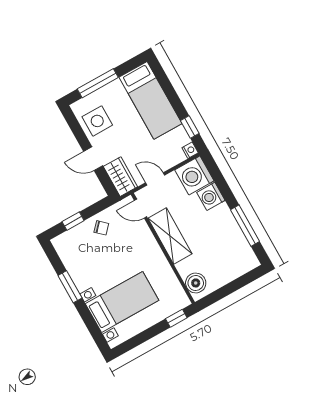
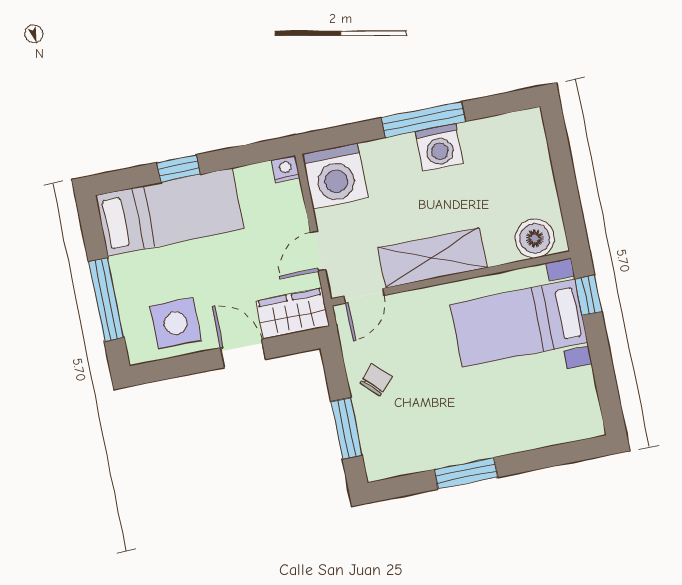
window: (190, 127) -> (179, 168), moved
door: (93, 159) -> (243, 354), swing flipped
washing machine: (211, 196) -> (439, 147), moved
window: (73, 221) -> (347, 428), width x1.50
window: (245, 226) -> (423, 120), moved
bed with nightstands: (122, 302) -> (519, 323), moved, turned -90

